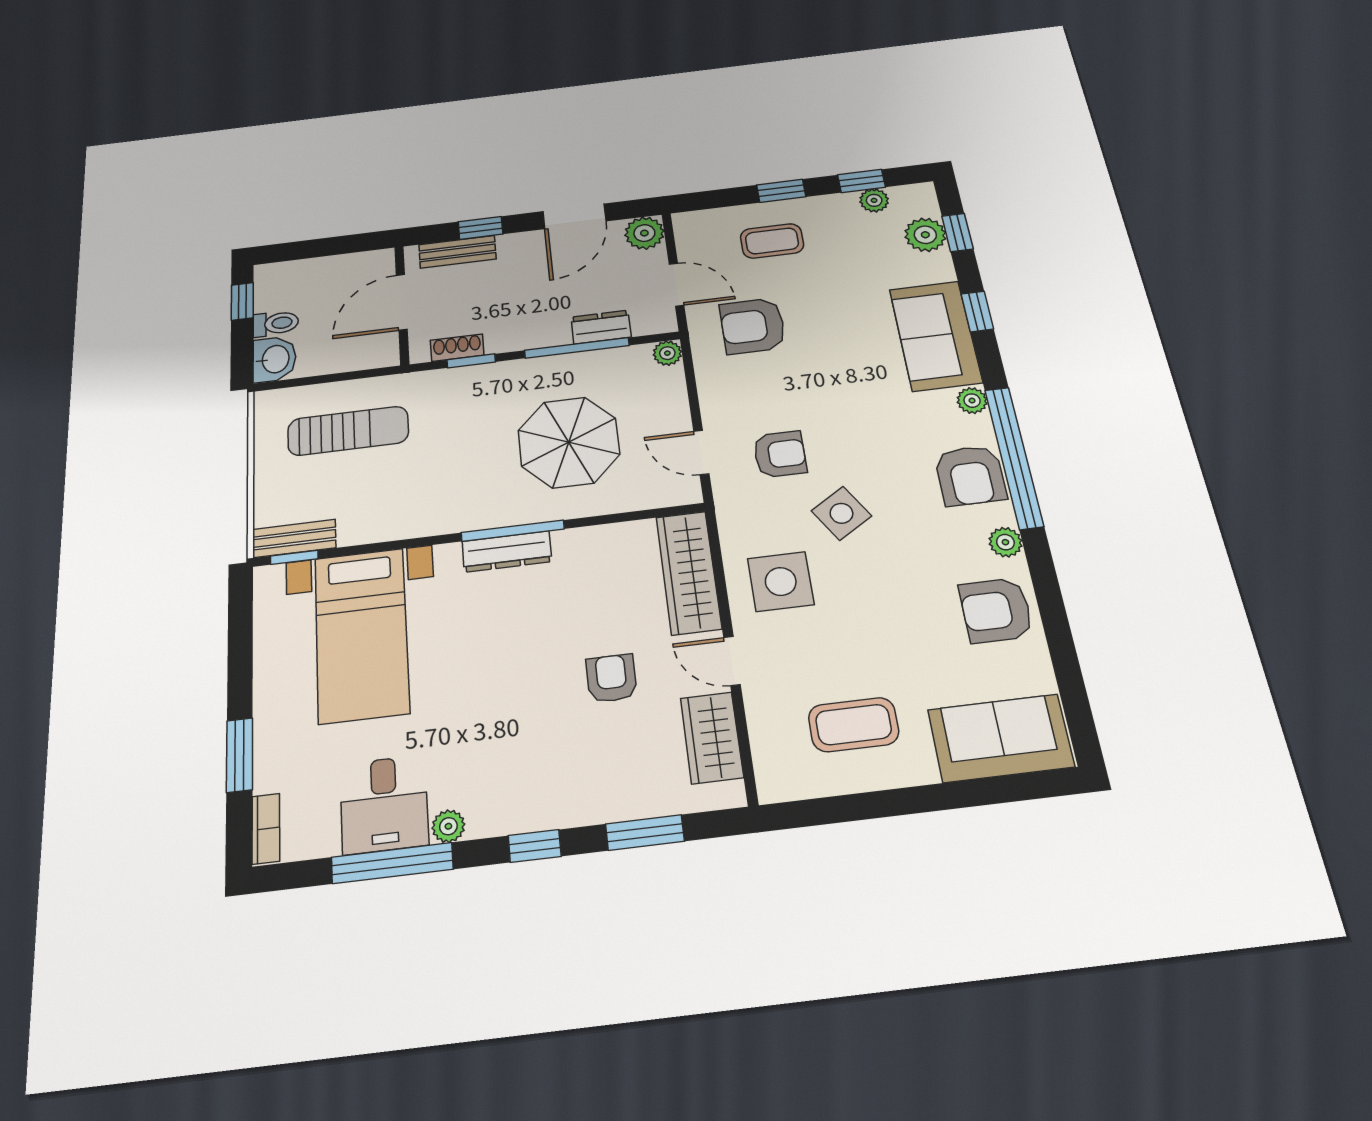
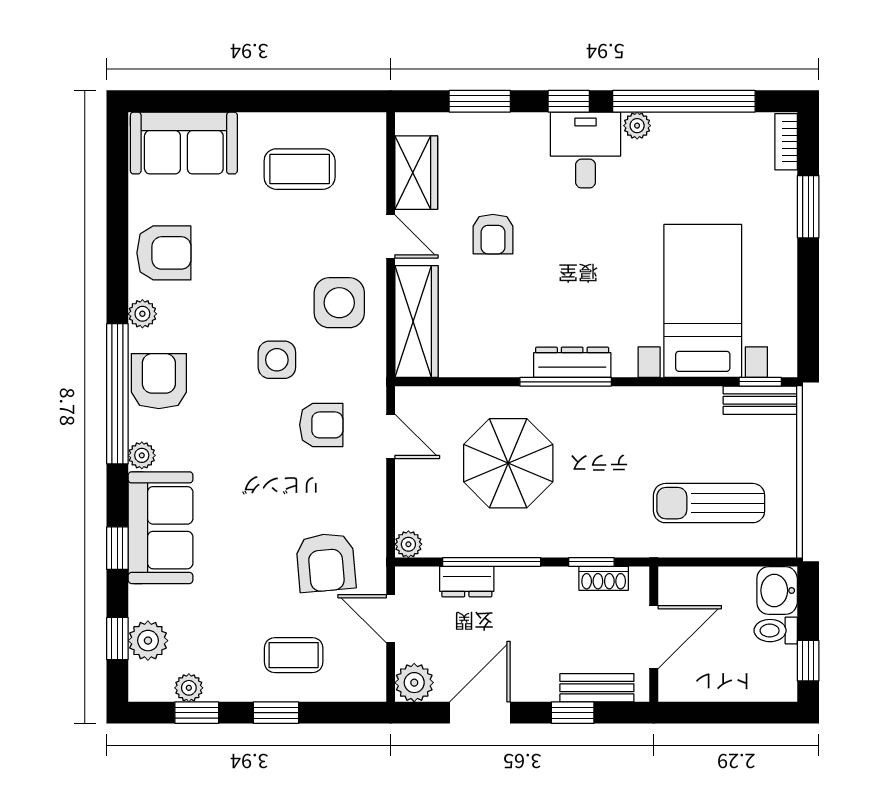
armchair: (753, 326) -> (326, 562), turned 85
armchair: (780, 454) -> (321, 425), turned 180
side table: (841, 513) -> (277, 360), turned 32
desk: (384, 804) -> (586, 150), moved
window: (392, 863) -> (684, 101), width x1.46

